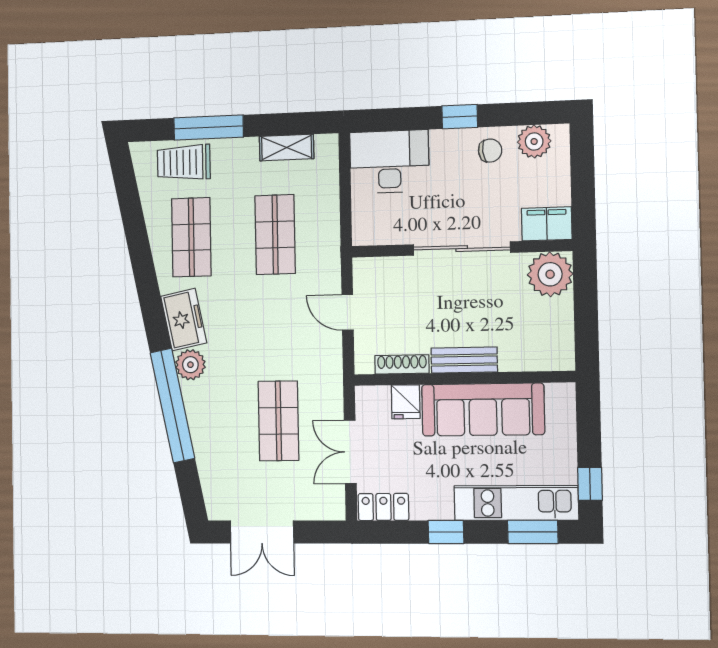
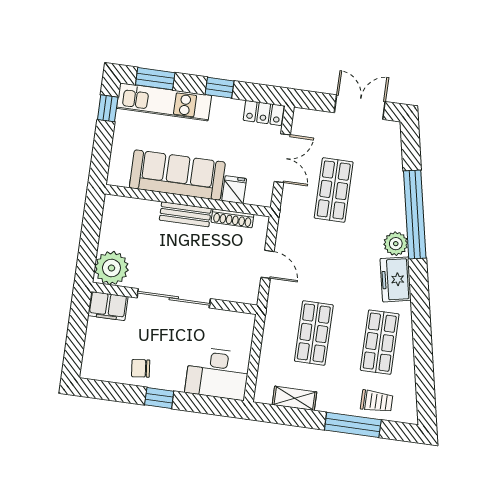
plant: (534, 141) -> (107, 369), removed
trolley: (184, 162) -> (377, 401), width x0.73, depth x0.72

